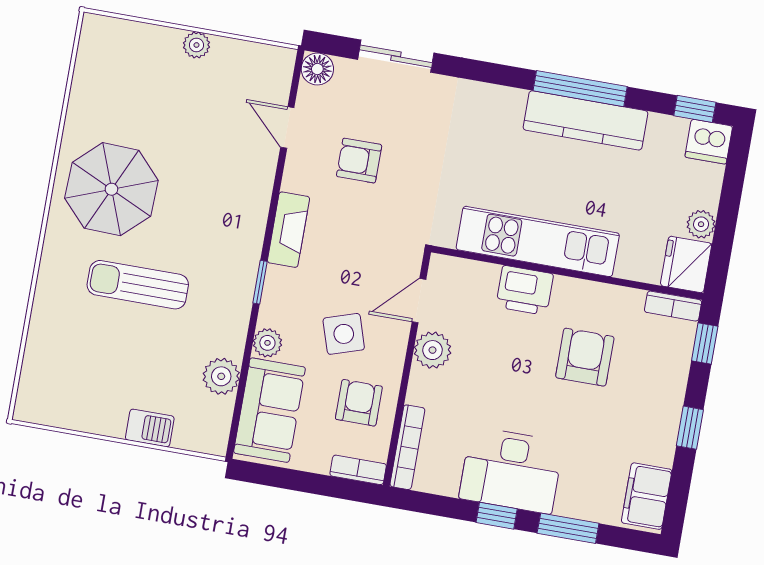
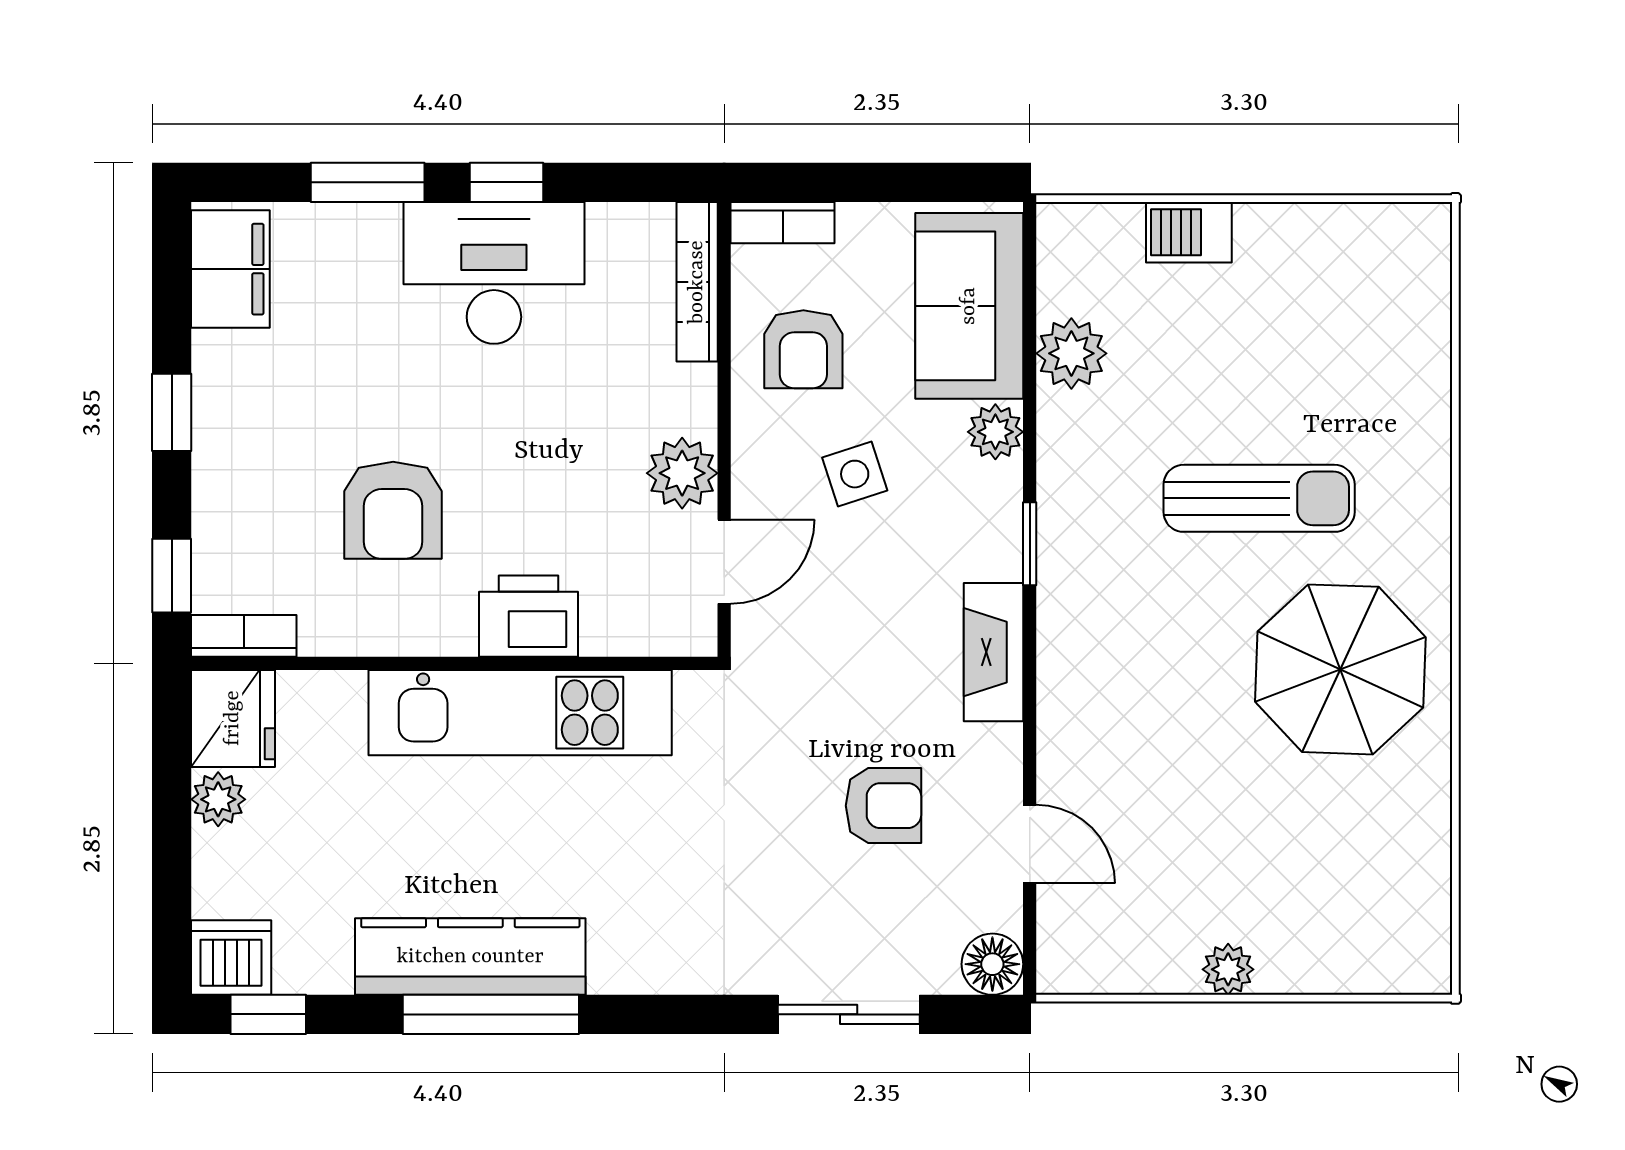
side table: (344, 334) -> (855, 474), width x0.73, depth x0.73

